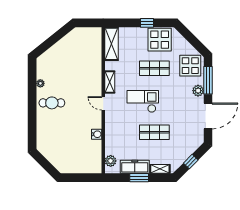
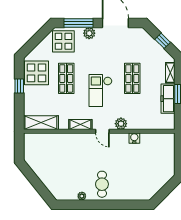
door: (103, 103) -> (102, 131), hinge flipped
plant: (111, 161) -> (121, 124), moved

